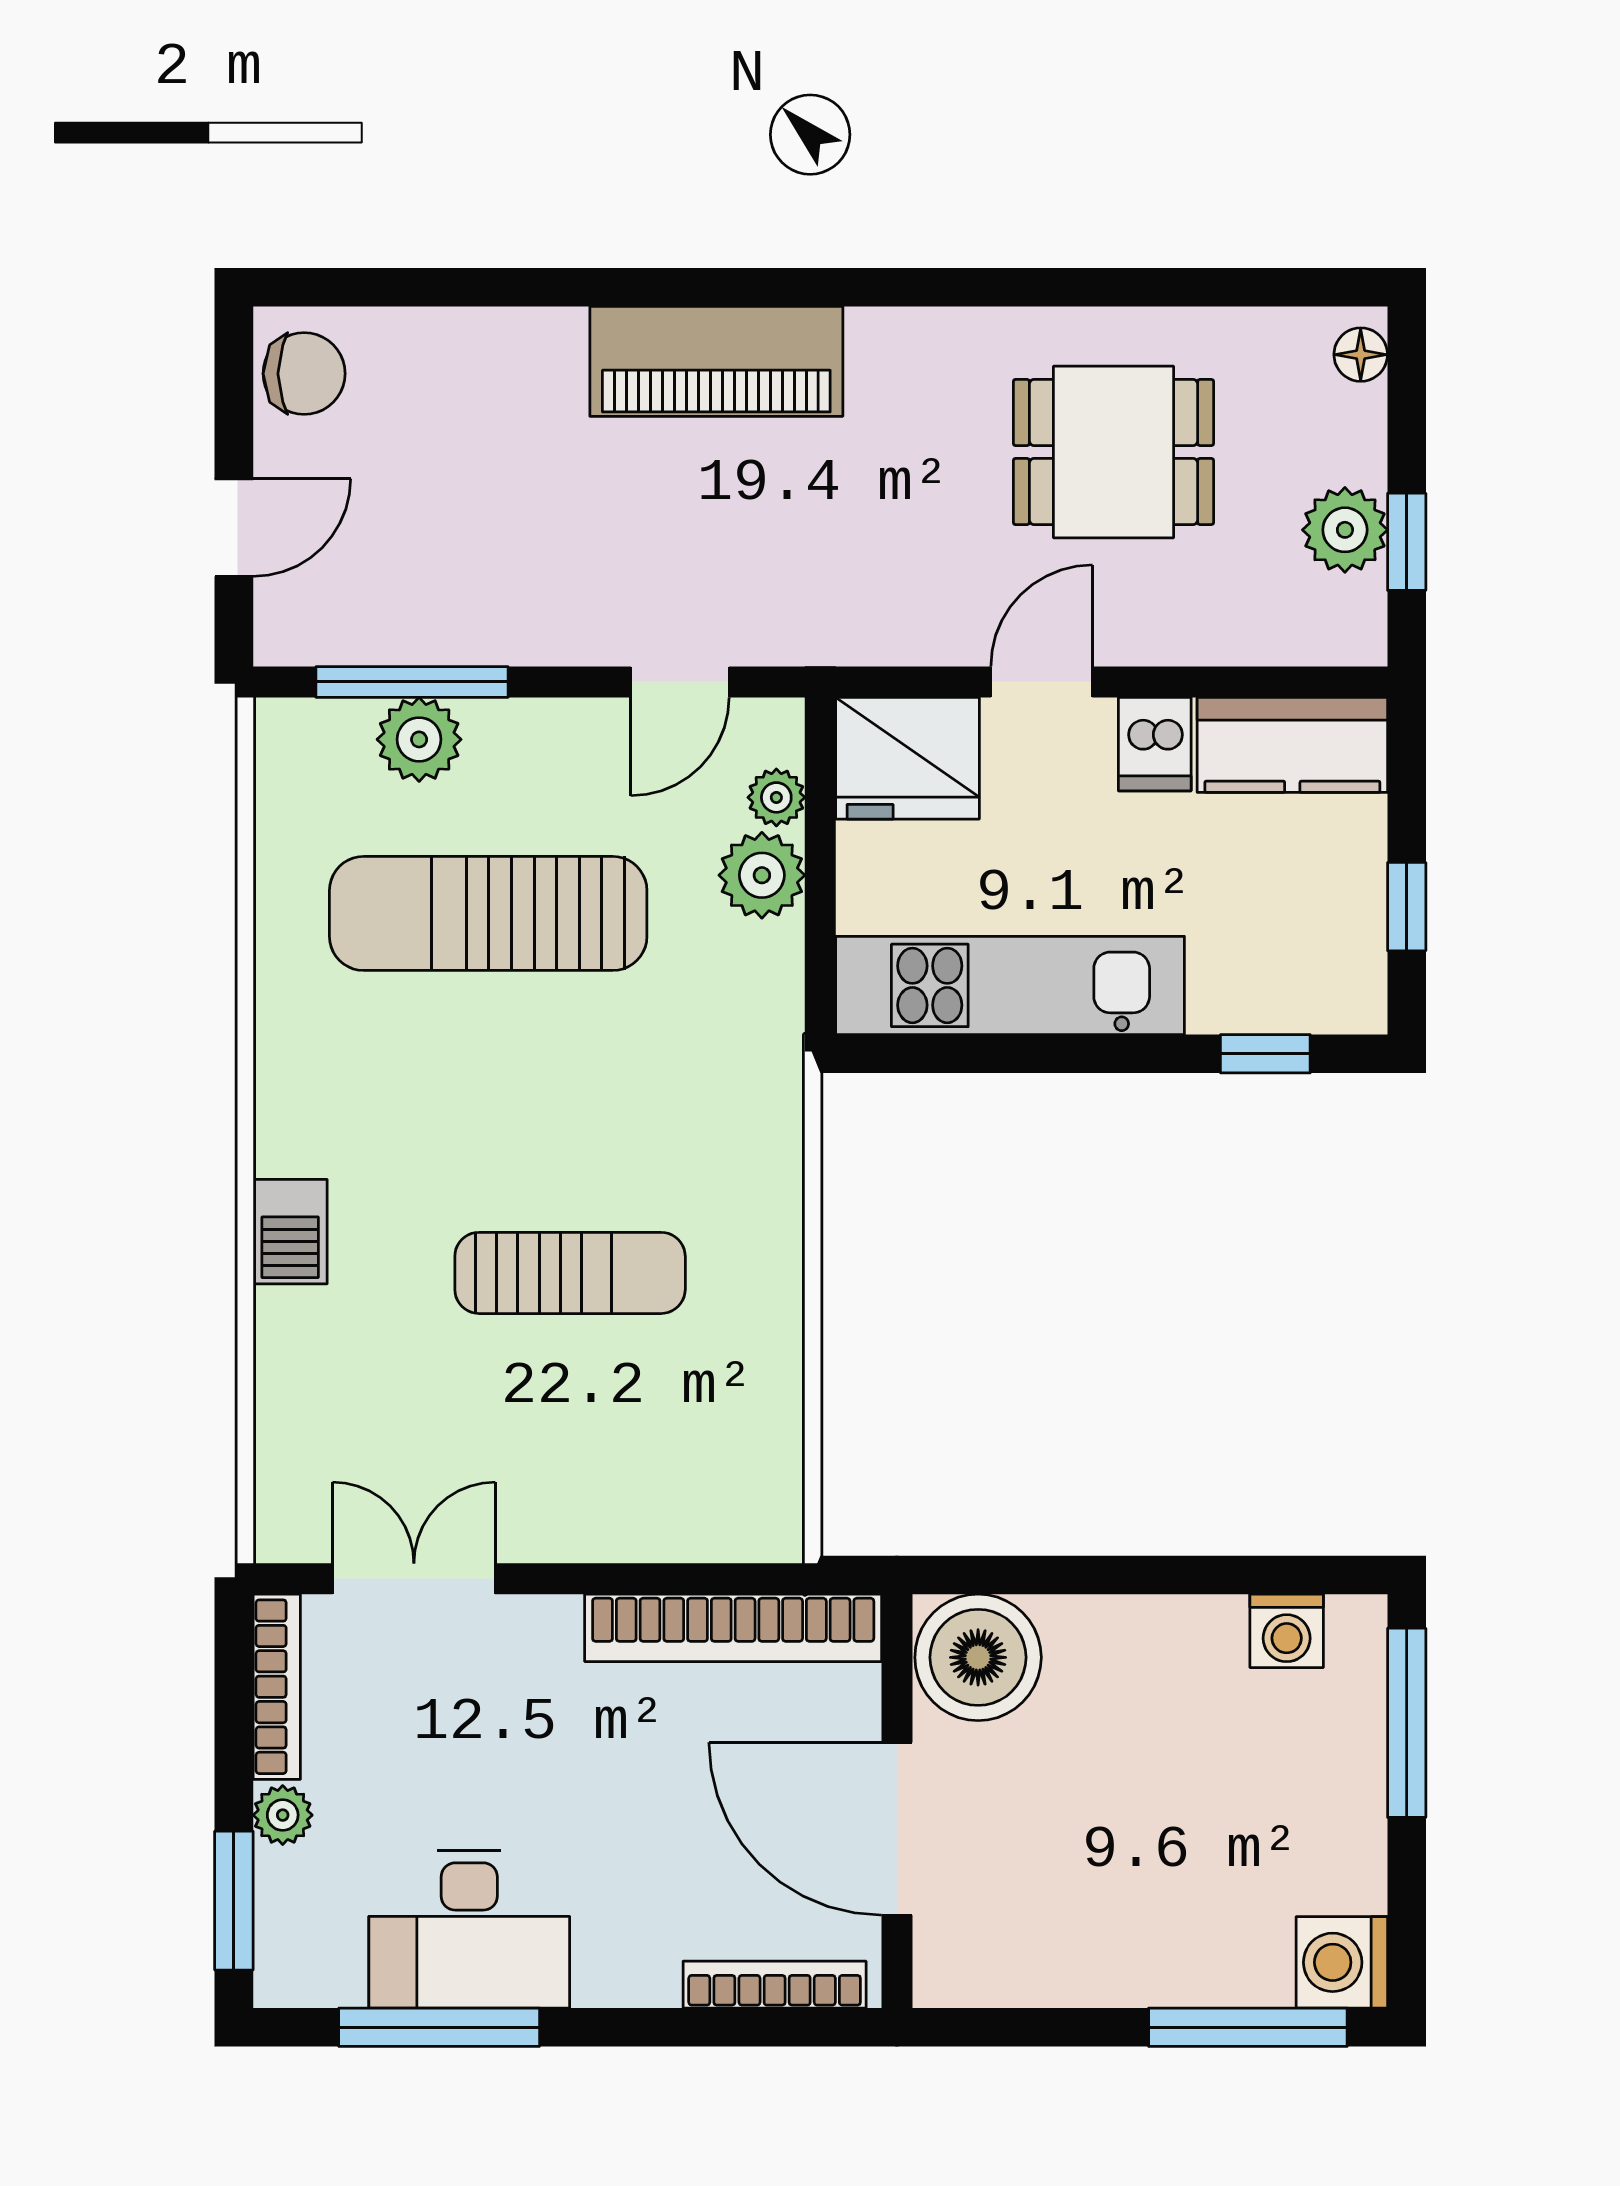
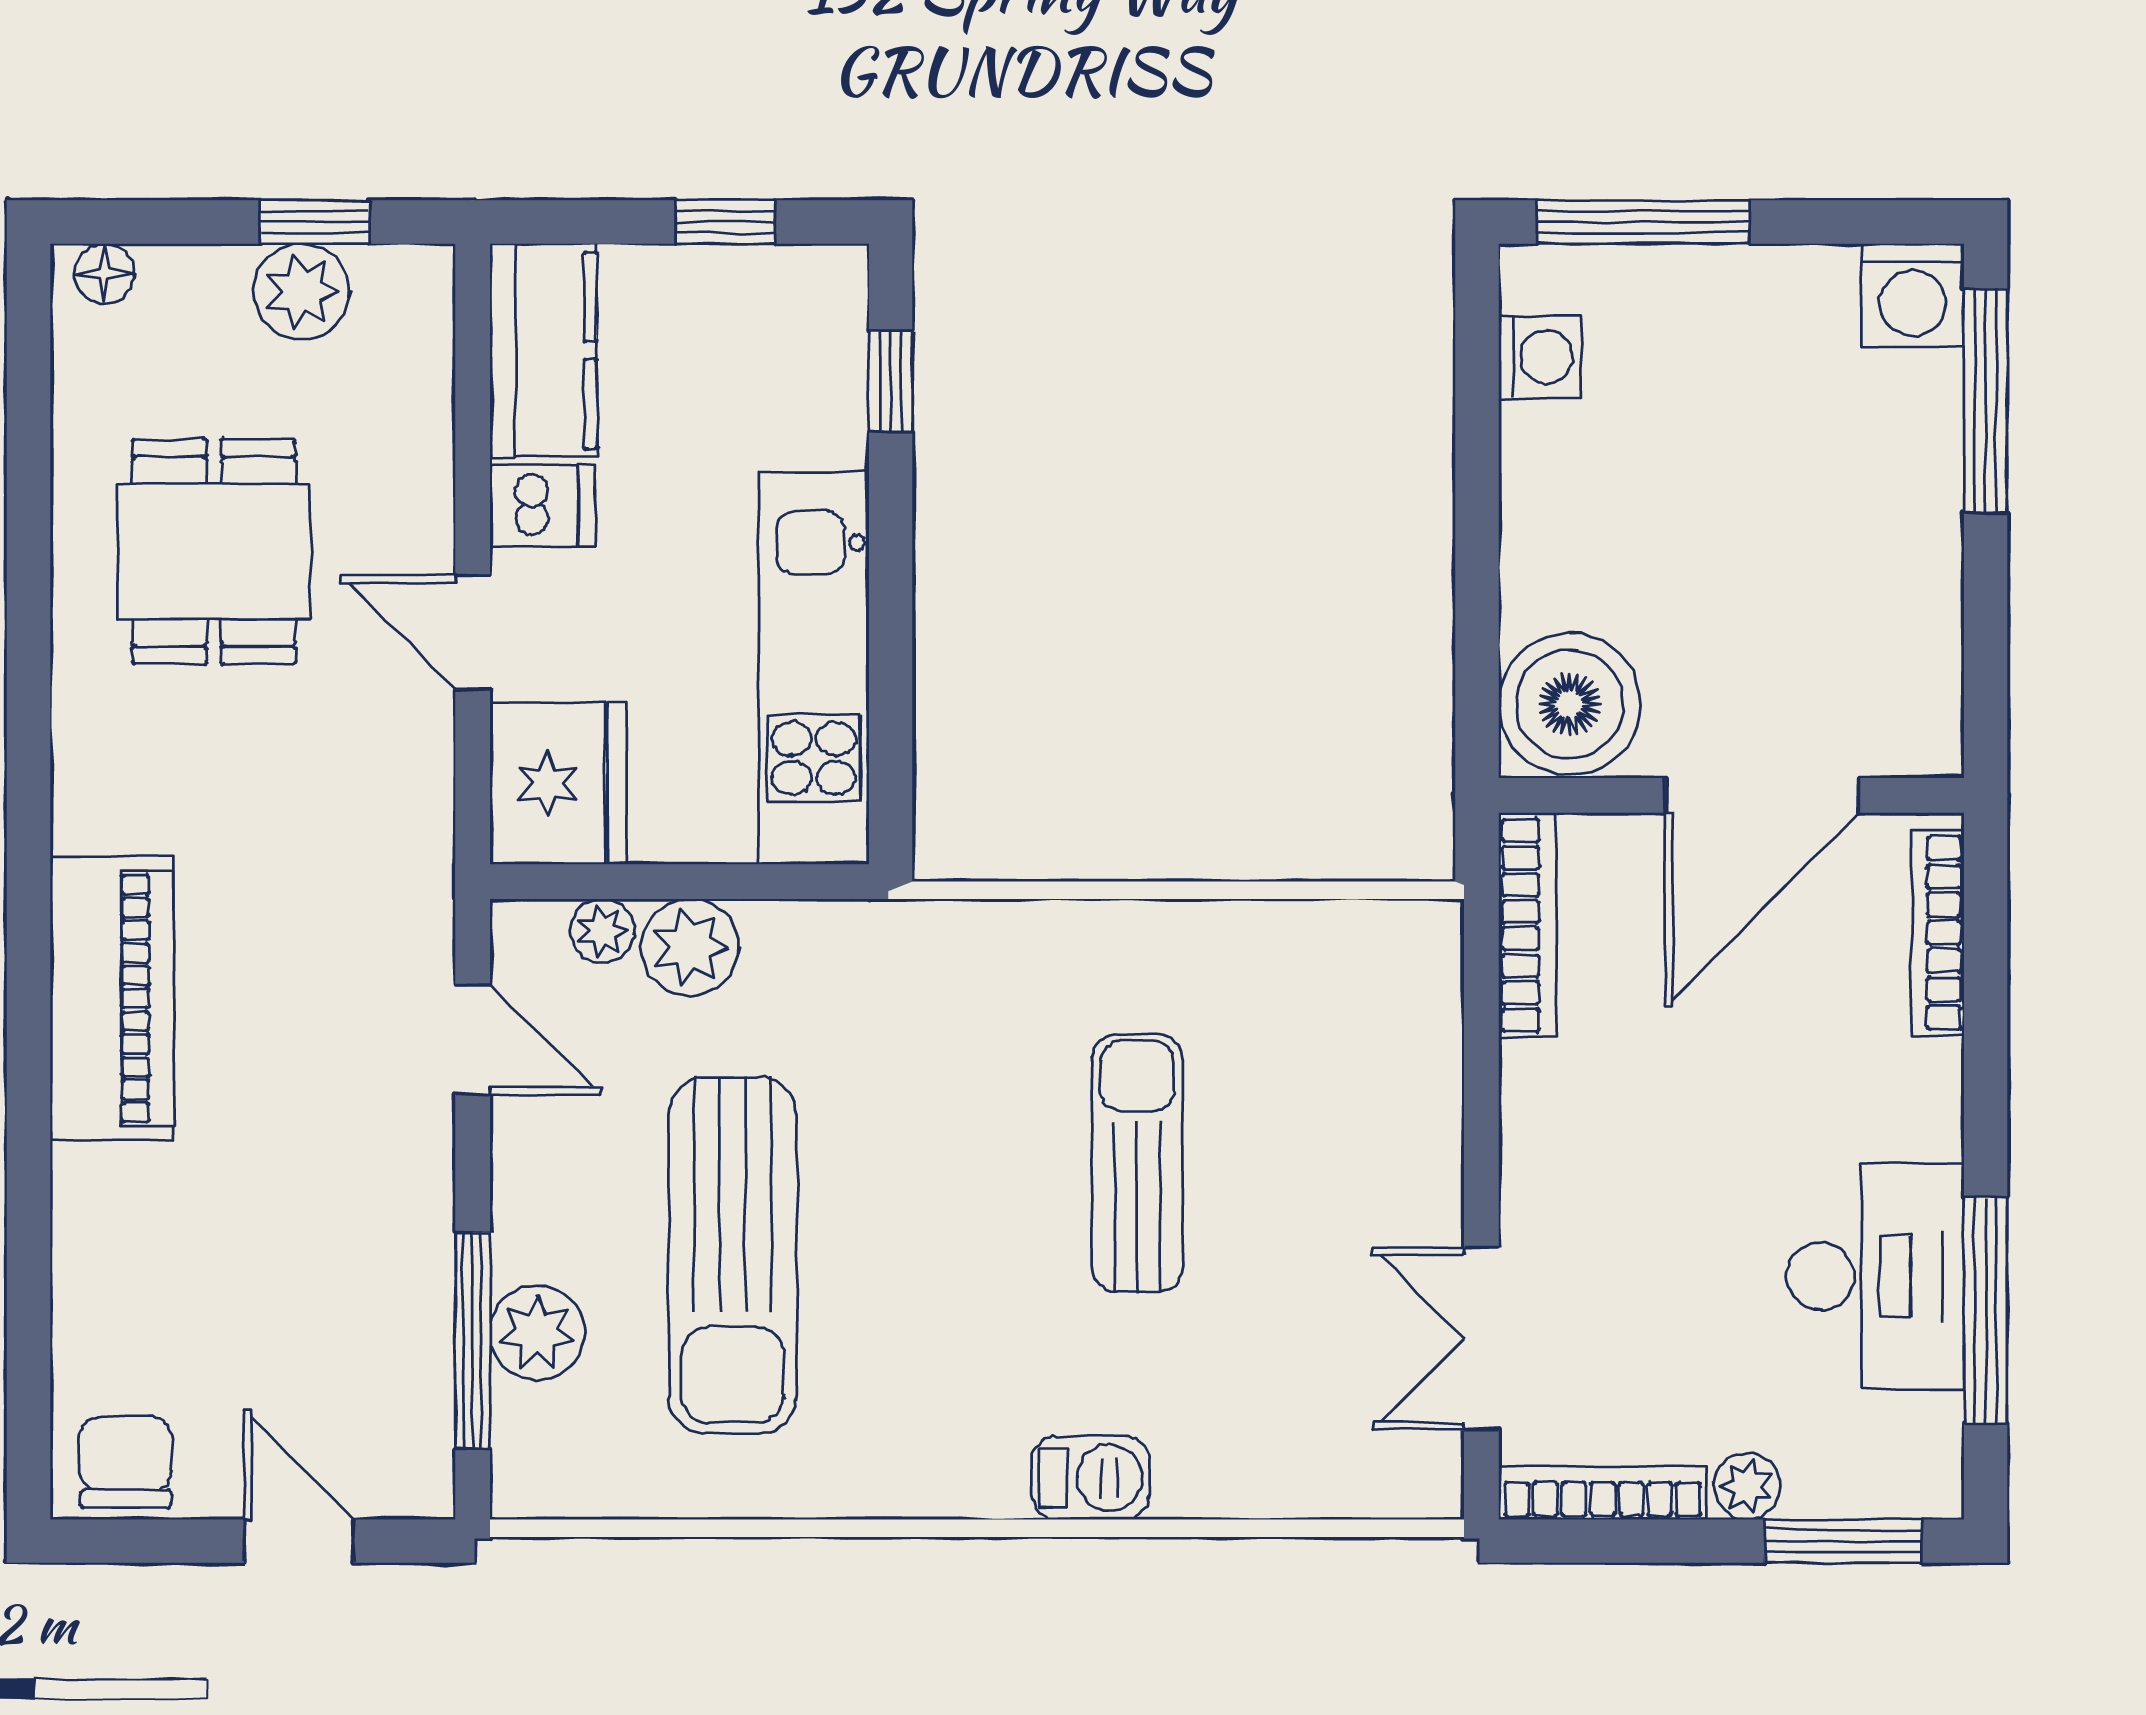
bookcase: (733, 1628) -> (1527, 925), width x0.68, depth x0.76

